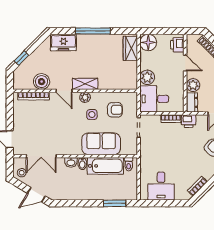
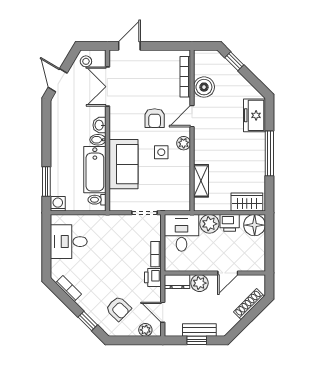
printer: (177, 45) -> (230, 223), moved, turned 180
shelving: (85, 84) -> (201, 181), moved
armchair: (115, 110) -> (155, 118), moved
washing machine: (132, 195) -> (58, 204), added

